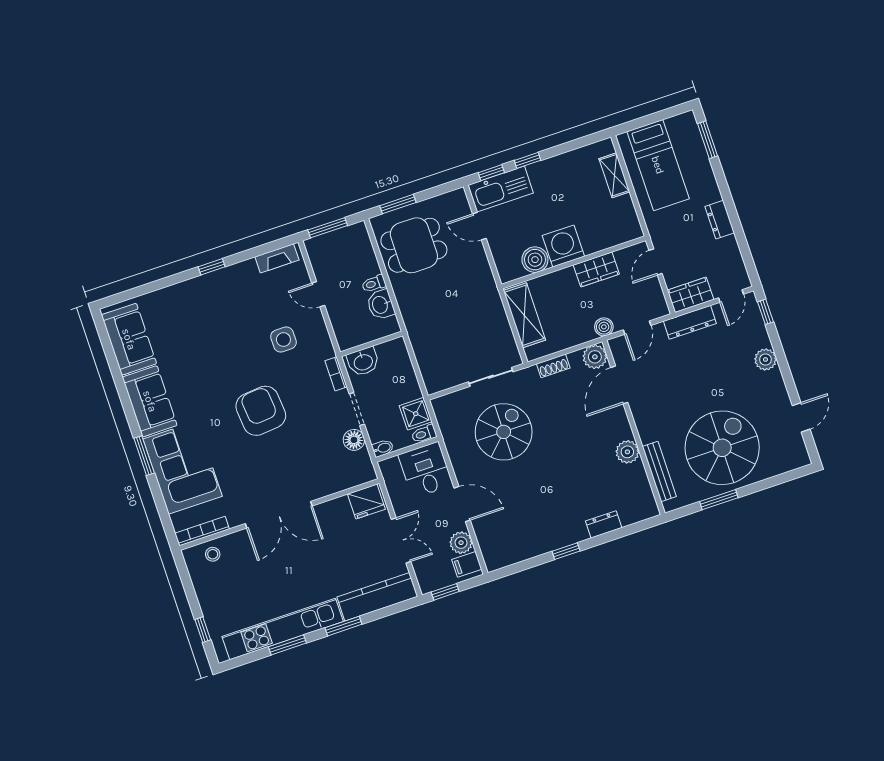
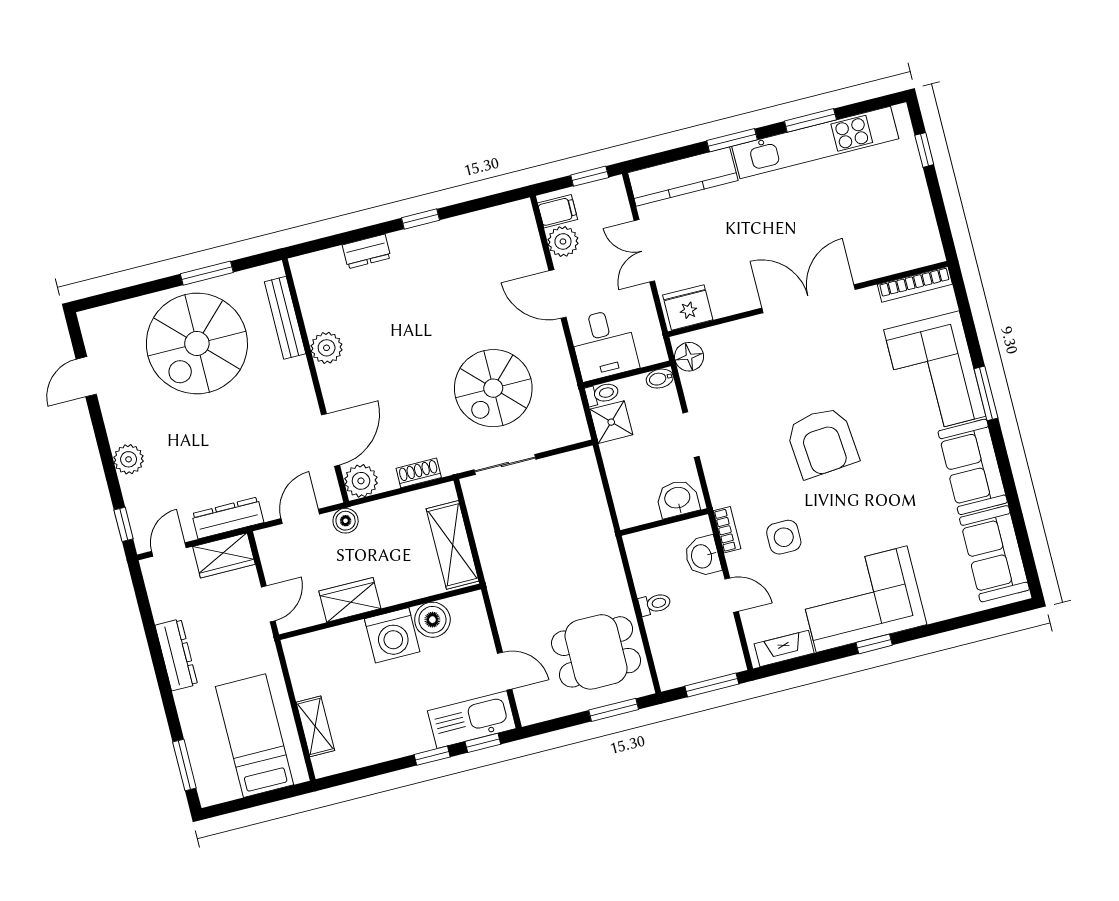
dresser: (720, 220) -> (176, 655), width x1.44
corner sofa: (223, 299) -> (862, 599), added
washbasin: (381, 305) -> (702, 556), moved, turned 180
bookcase: (336, 374) -> (727, 530), moved
floor lamp: (354, 440) -> (689, 357), moved
stool: (213, 554) -> (903, 252), removed

